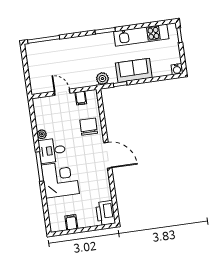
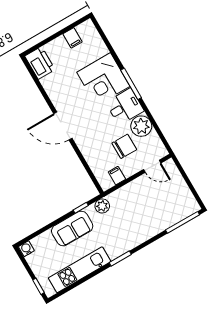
door: (62, 92) -> (152, 166), moved
chair: (89, 127) -> (124, 146), moved, turned -90
plant: (42, 134) -> (141, 126), width x1.87, depth x1.87

